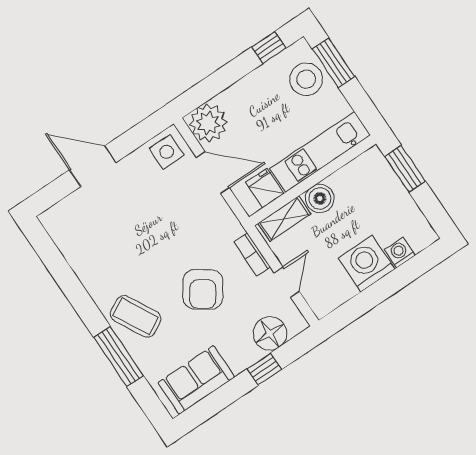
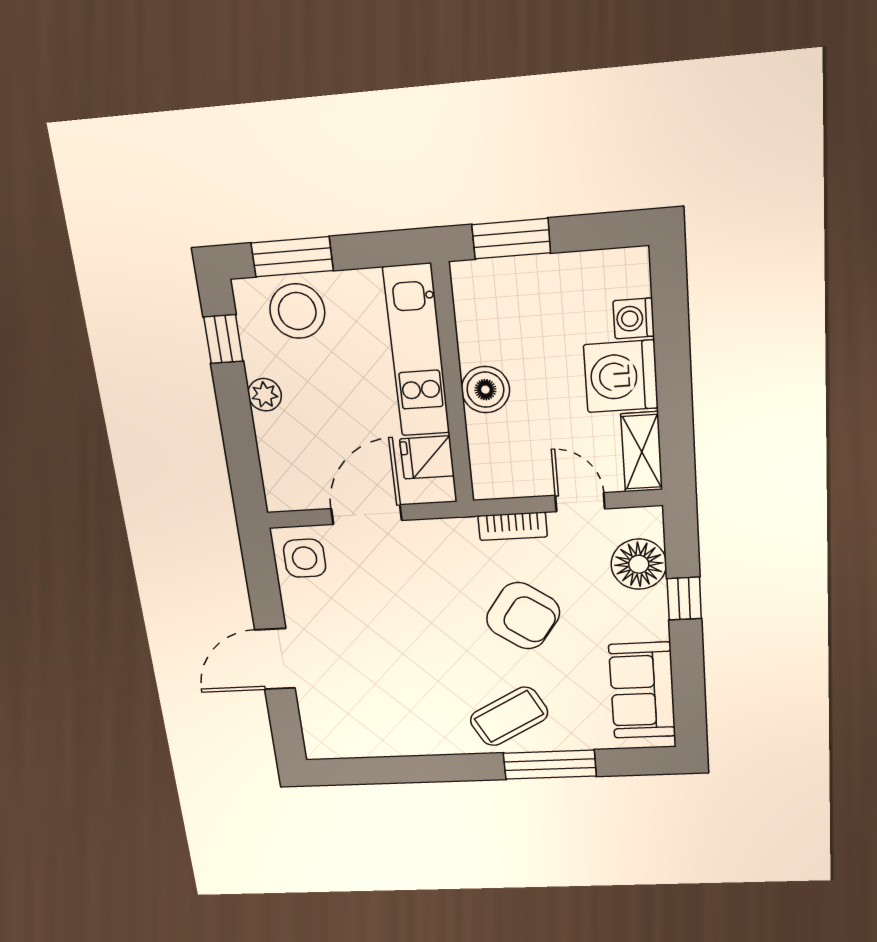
plant: (208, 123) -> (265, 395), moved, width x0.53, depth x0.53
shelving: (284, 219) -> (642, 452), moved

